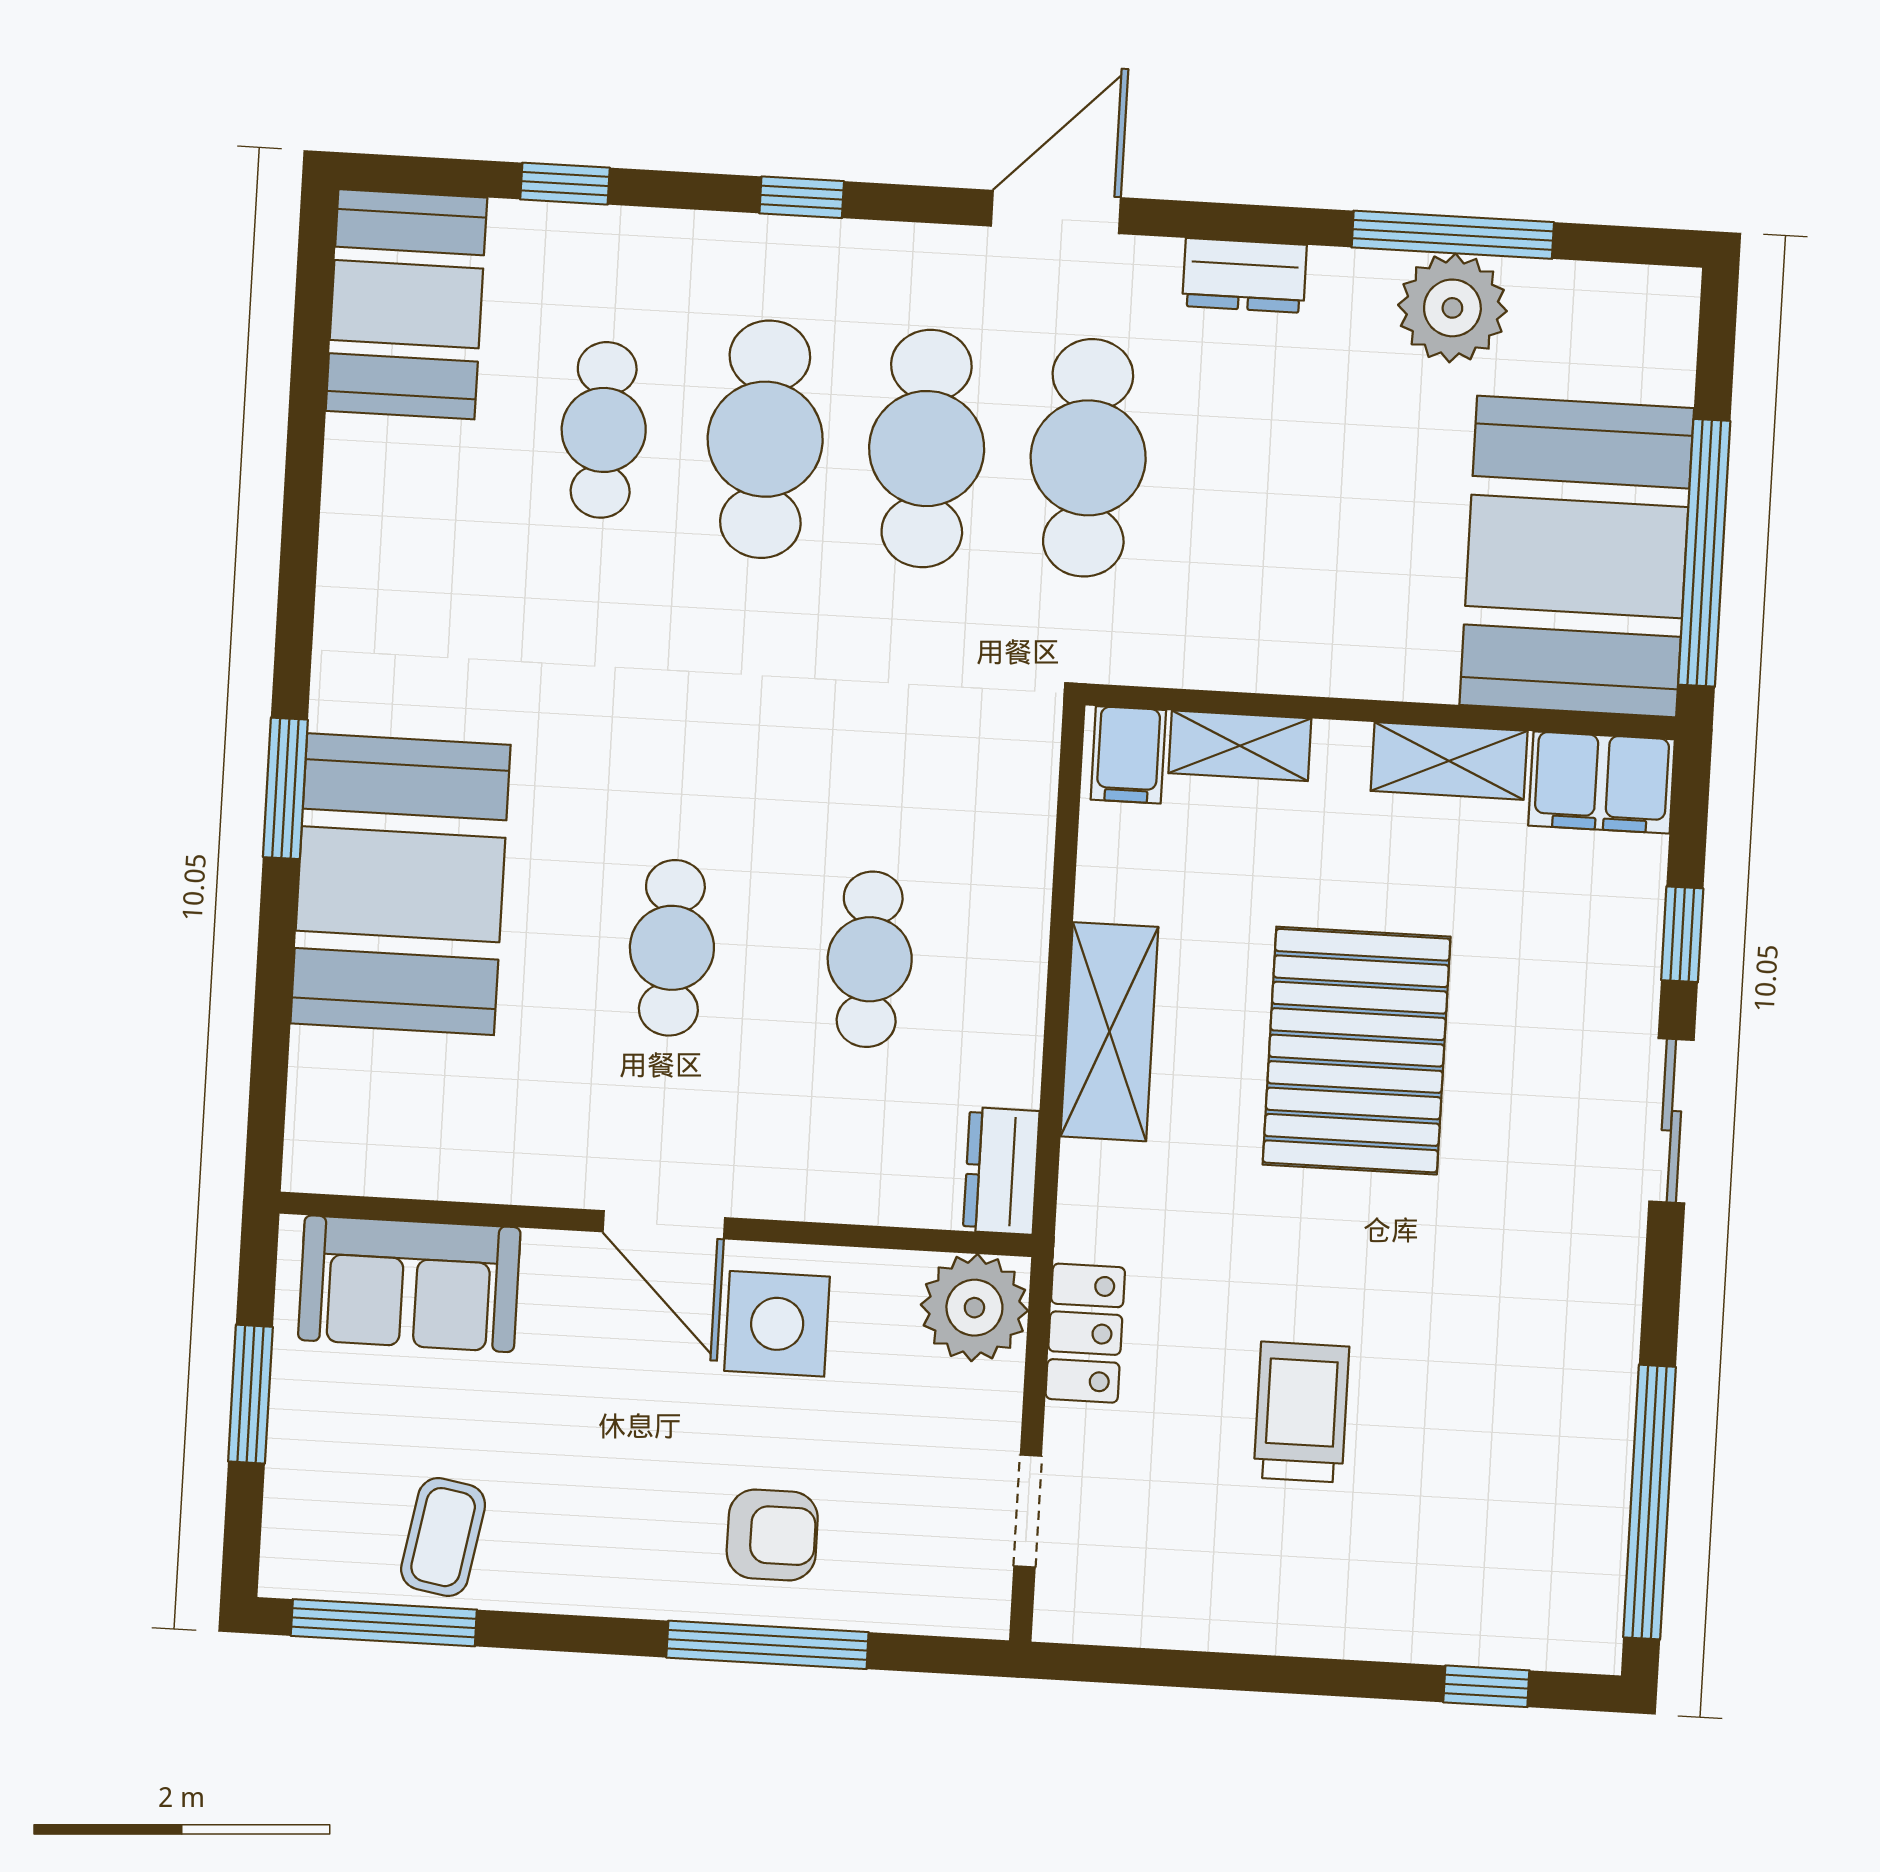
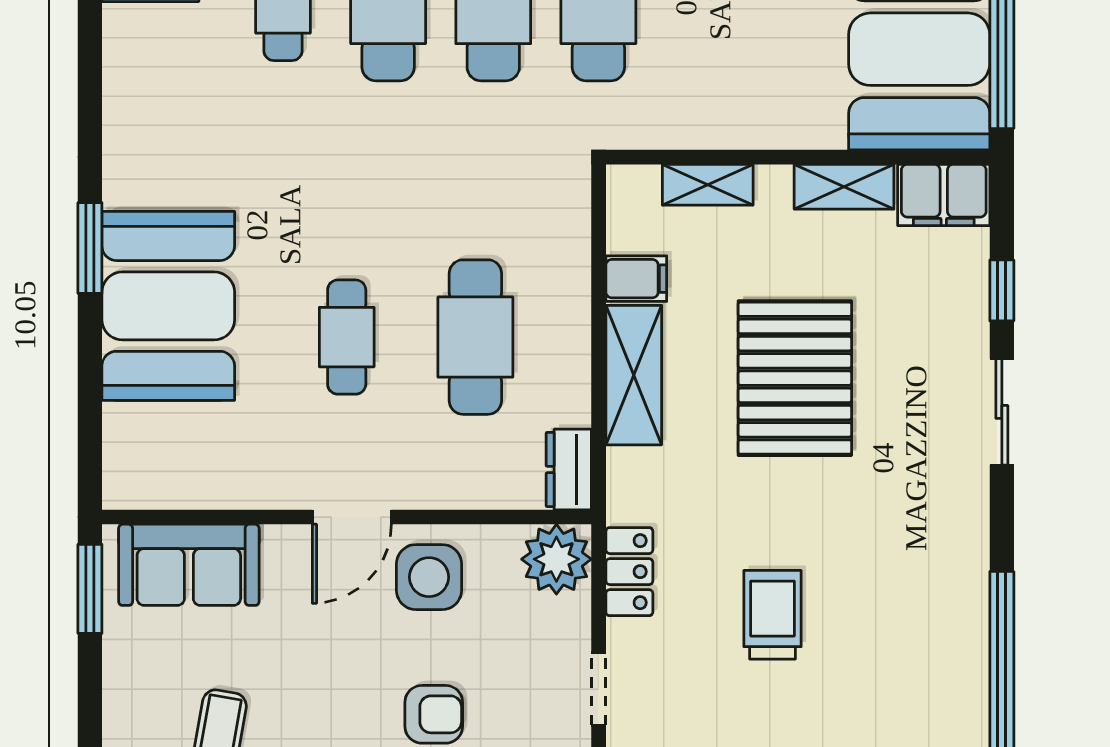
filing cabinet: (1128, 755) -> (636, 279), moved, turned -90
cafe table: (870, 959) -> (475, 337), width x1.37, depth x1.35
door: (664, 1225) -> (352, 517), hinge flipped
window: (250, 1394) -> (90, 589), moved

